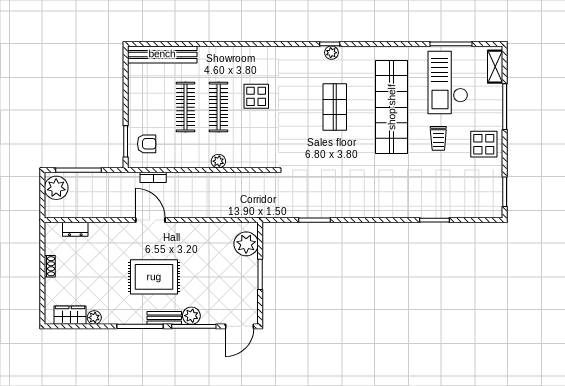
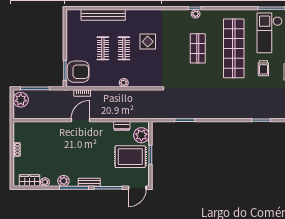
bench: (162, 54) -> (103, 15), moved
clothes rail: (185, 107) -> (103, 48), width x0.73
clothes rail: (219, 107) -> (124, 48), width x0.73
armchair: (147, 144) -> (78, 72), width x1.88, depth x1.88
door: (150, 220) -> (81, 120), hinge flipped
dresser: (75, 229) -> (122, 126), moved
rug: (154, 277) -> (130, 157), moved
plant: (191, 316) -> (63, 181), moved

